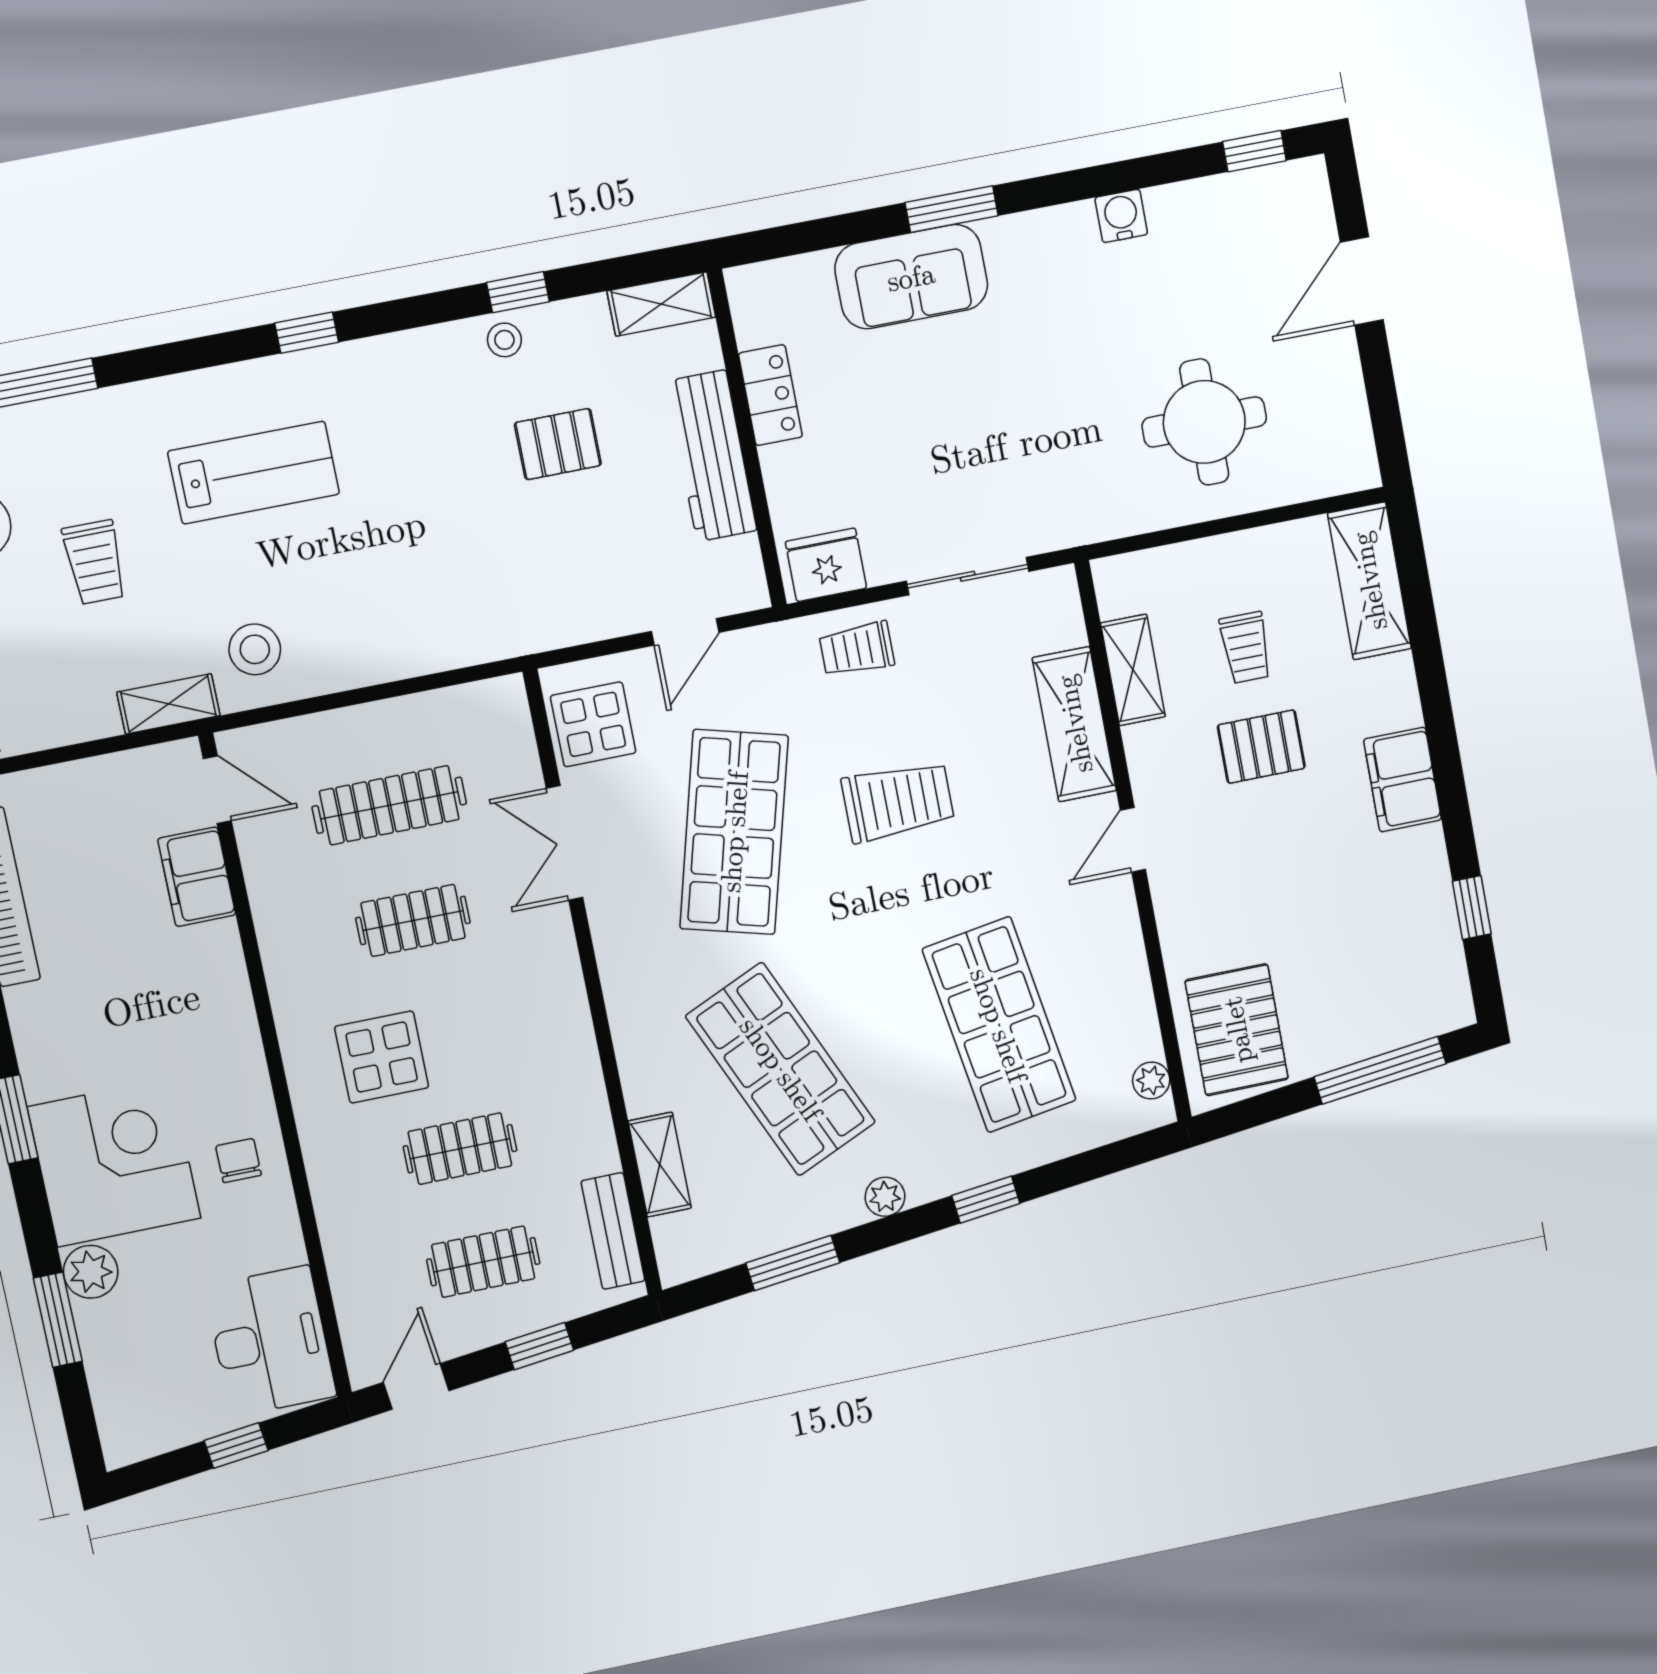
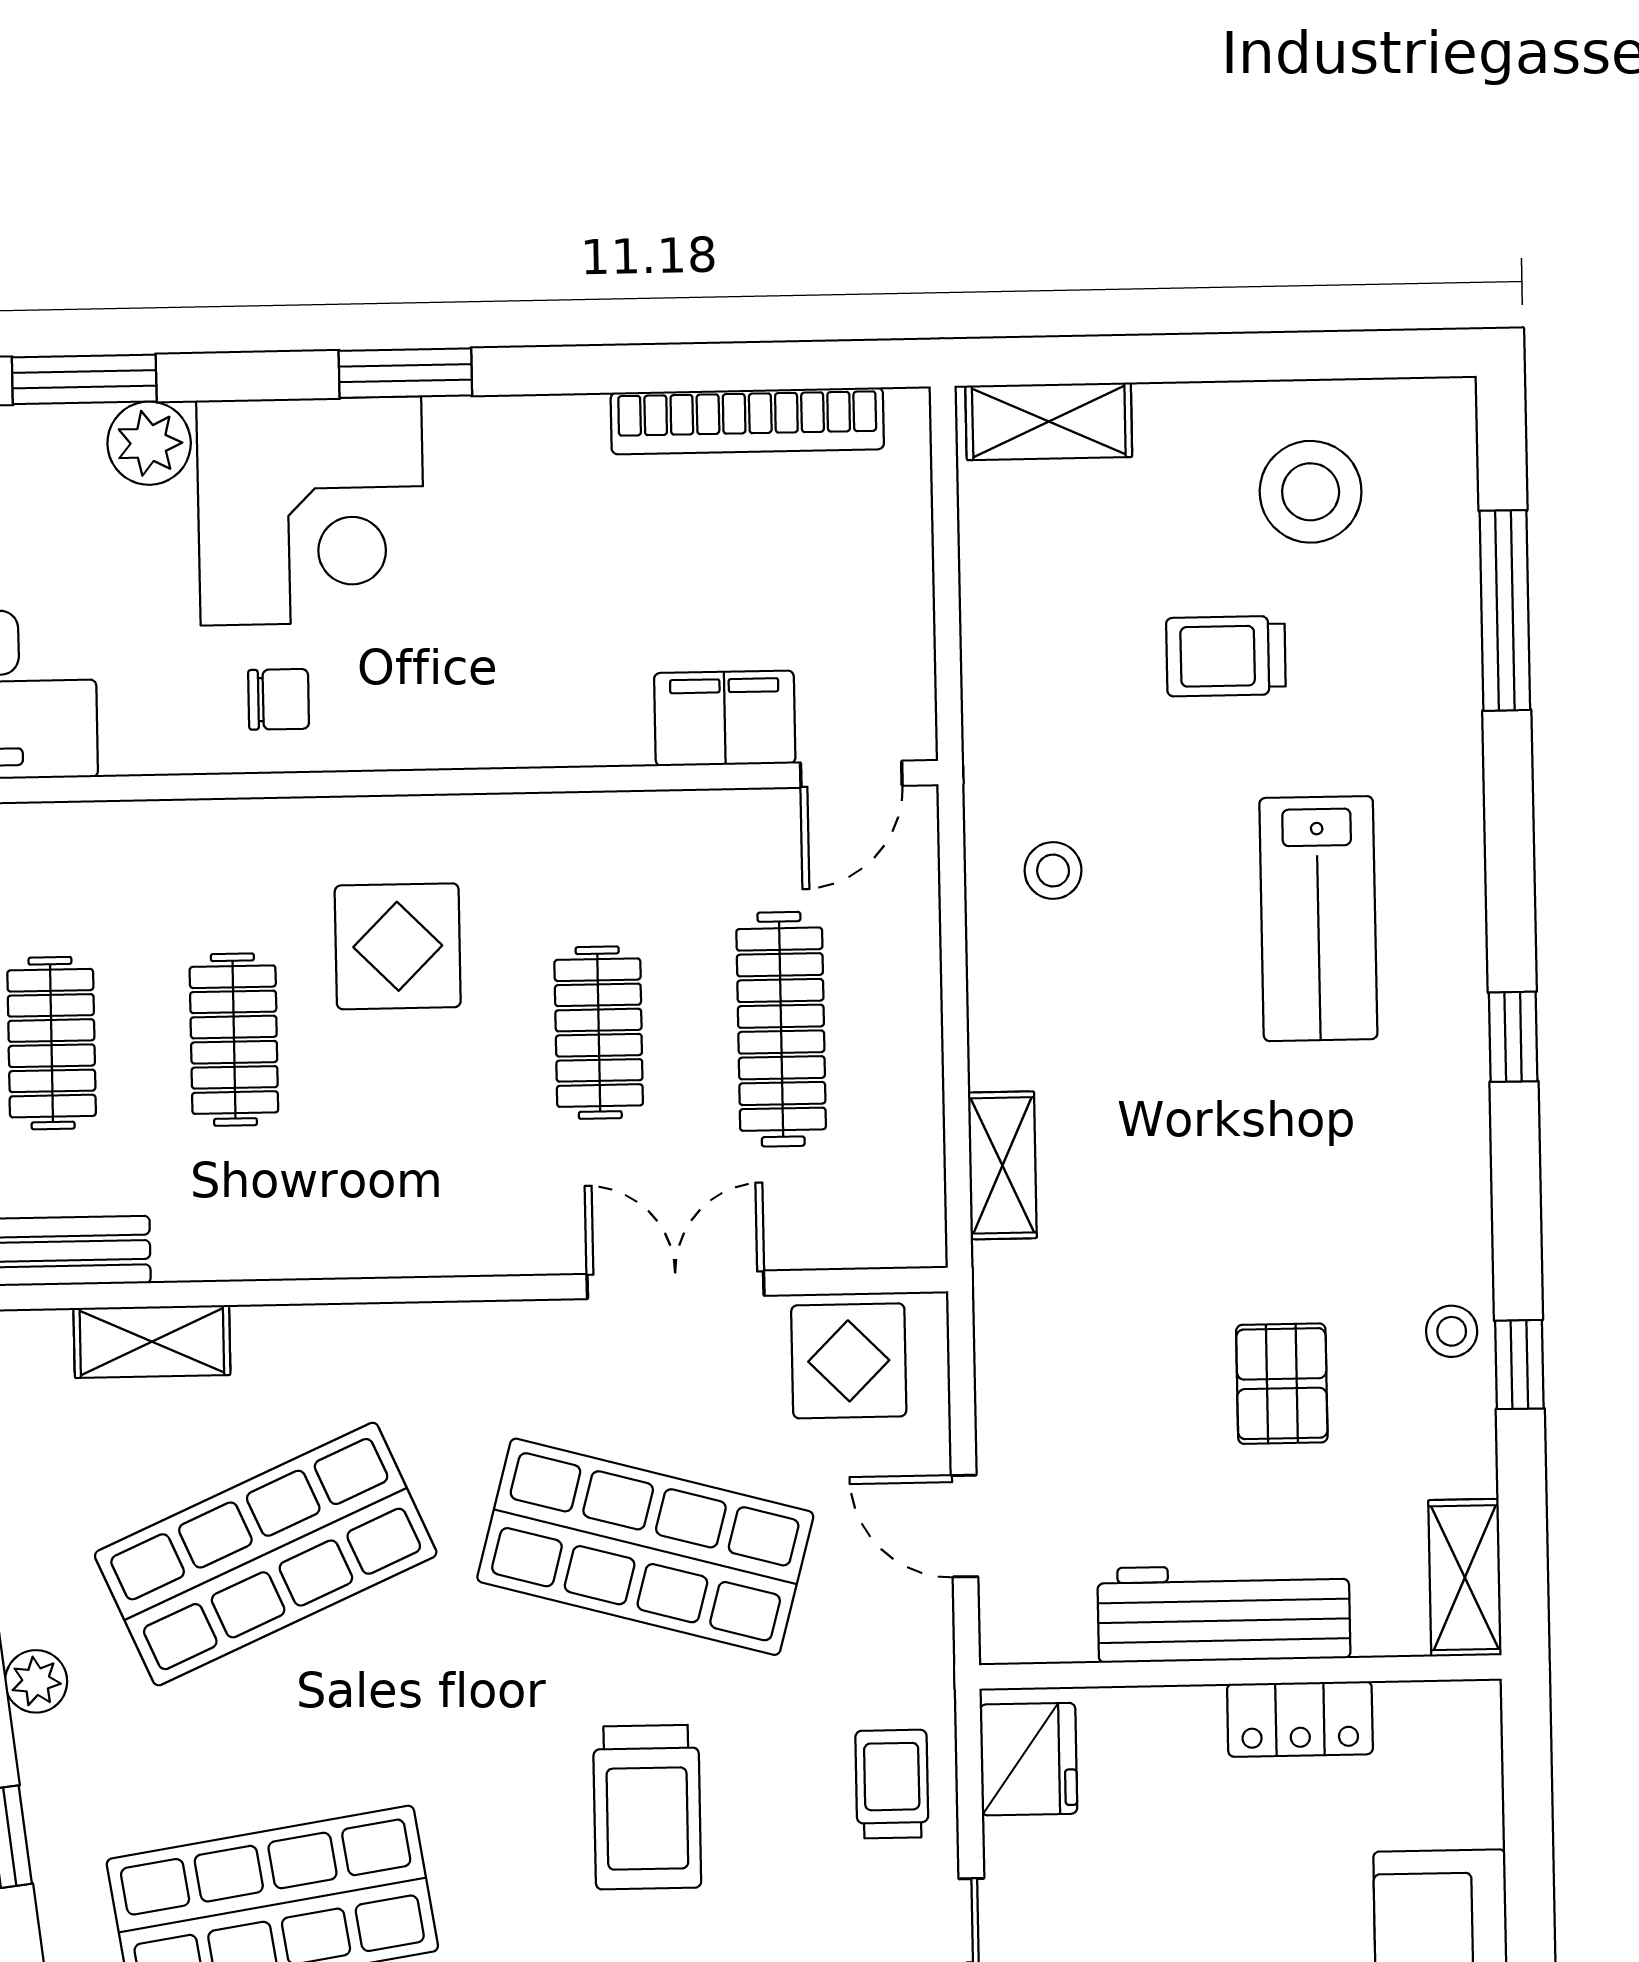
stool: (255, 649) -> (1053, 871), width x0.73, depth x0.73
shelving: (168, 704) -> (1002, 1165), moved

